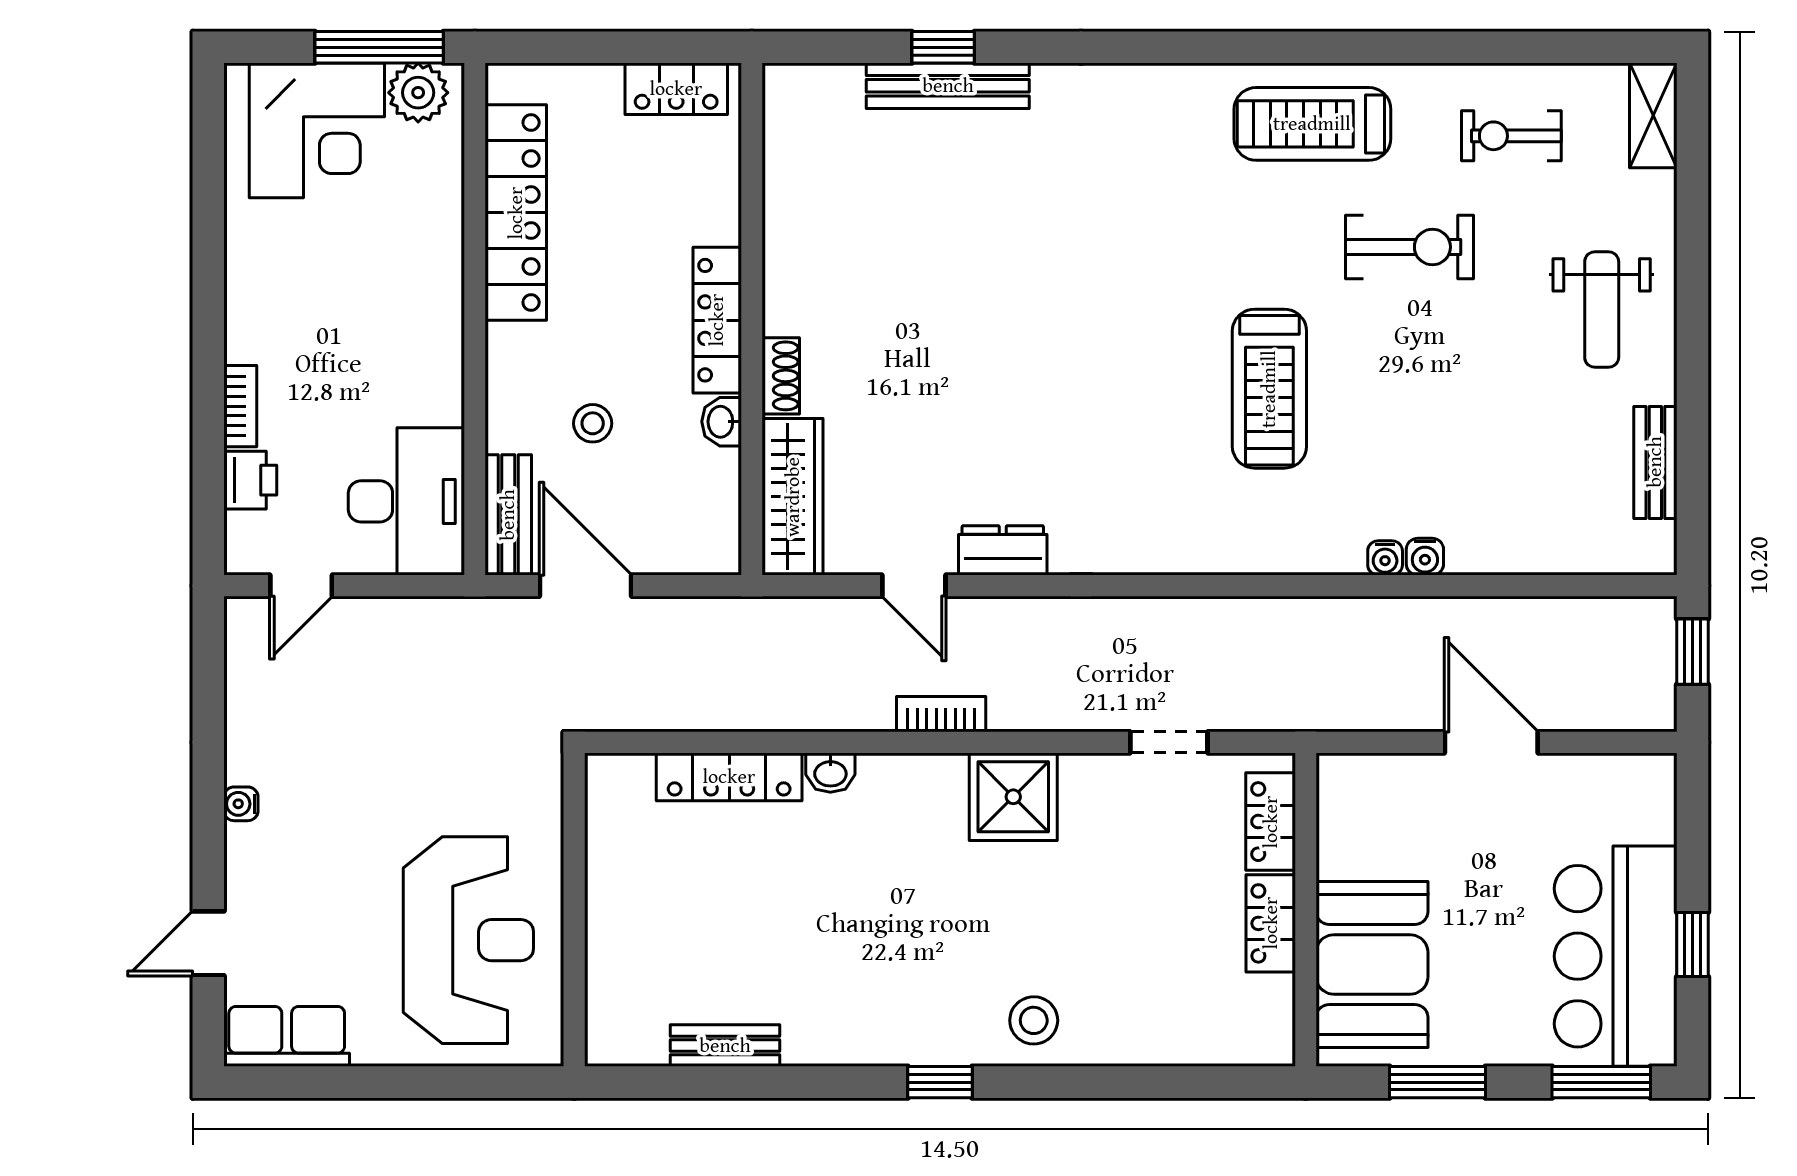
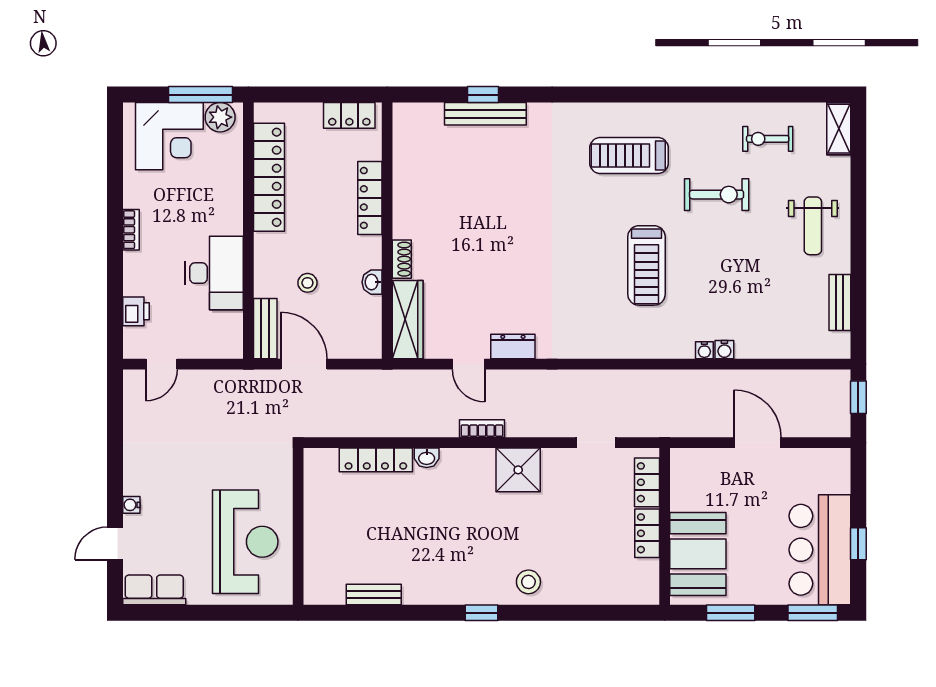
treadmill: (1312, 124) -> (629, 156), moved
locker: (717, 320) -> (370, 198), moved
bookcase: (240, 406) -> (131, 230), moved
desk: (406, 501) -> (214, 273), moved
water cooler: (241, 804) -> (131, 505), moved

